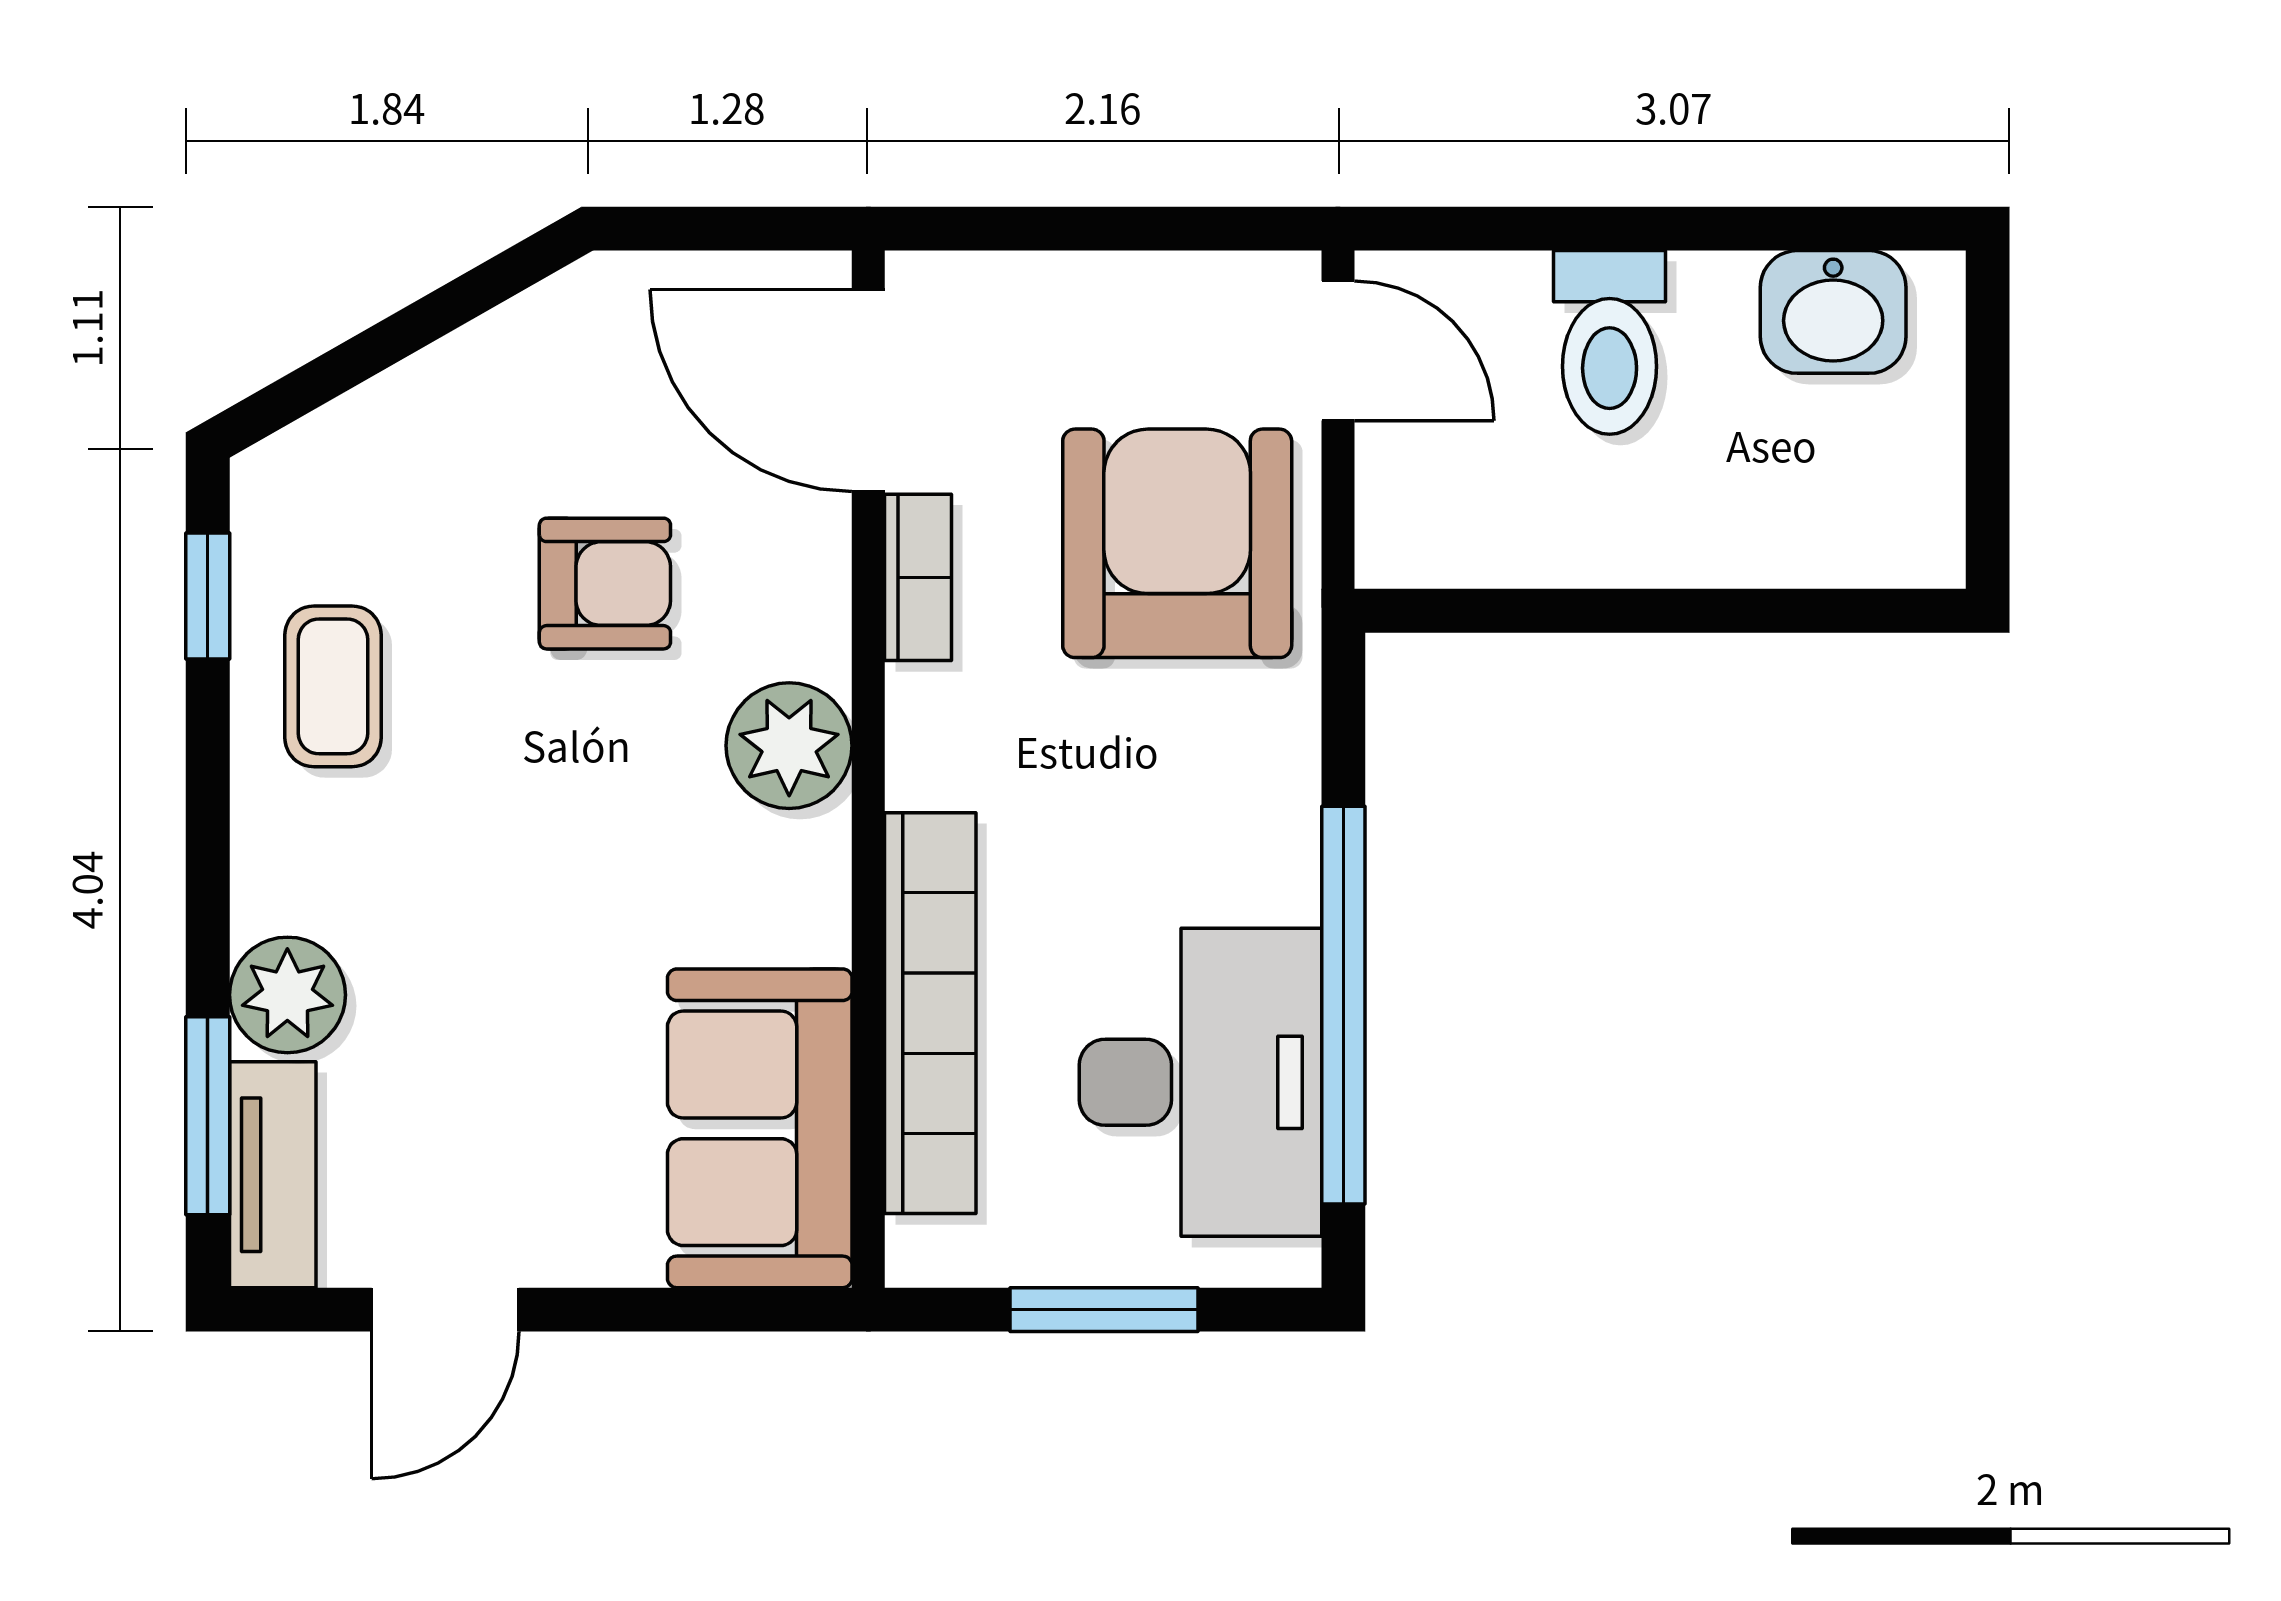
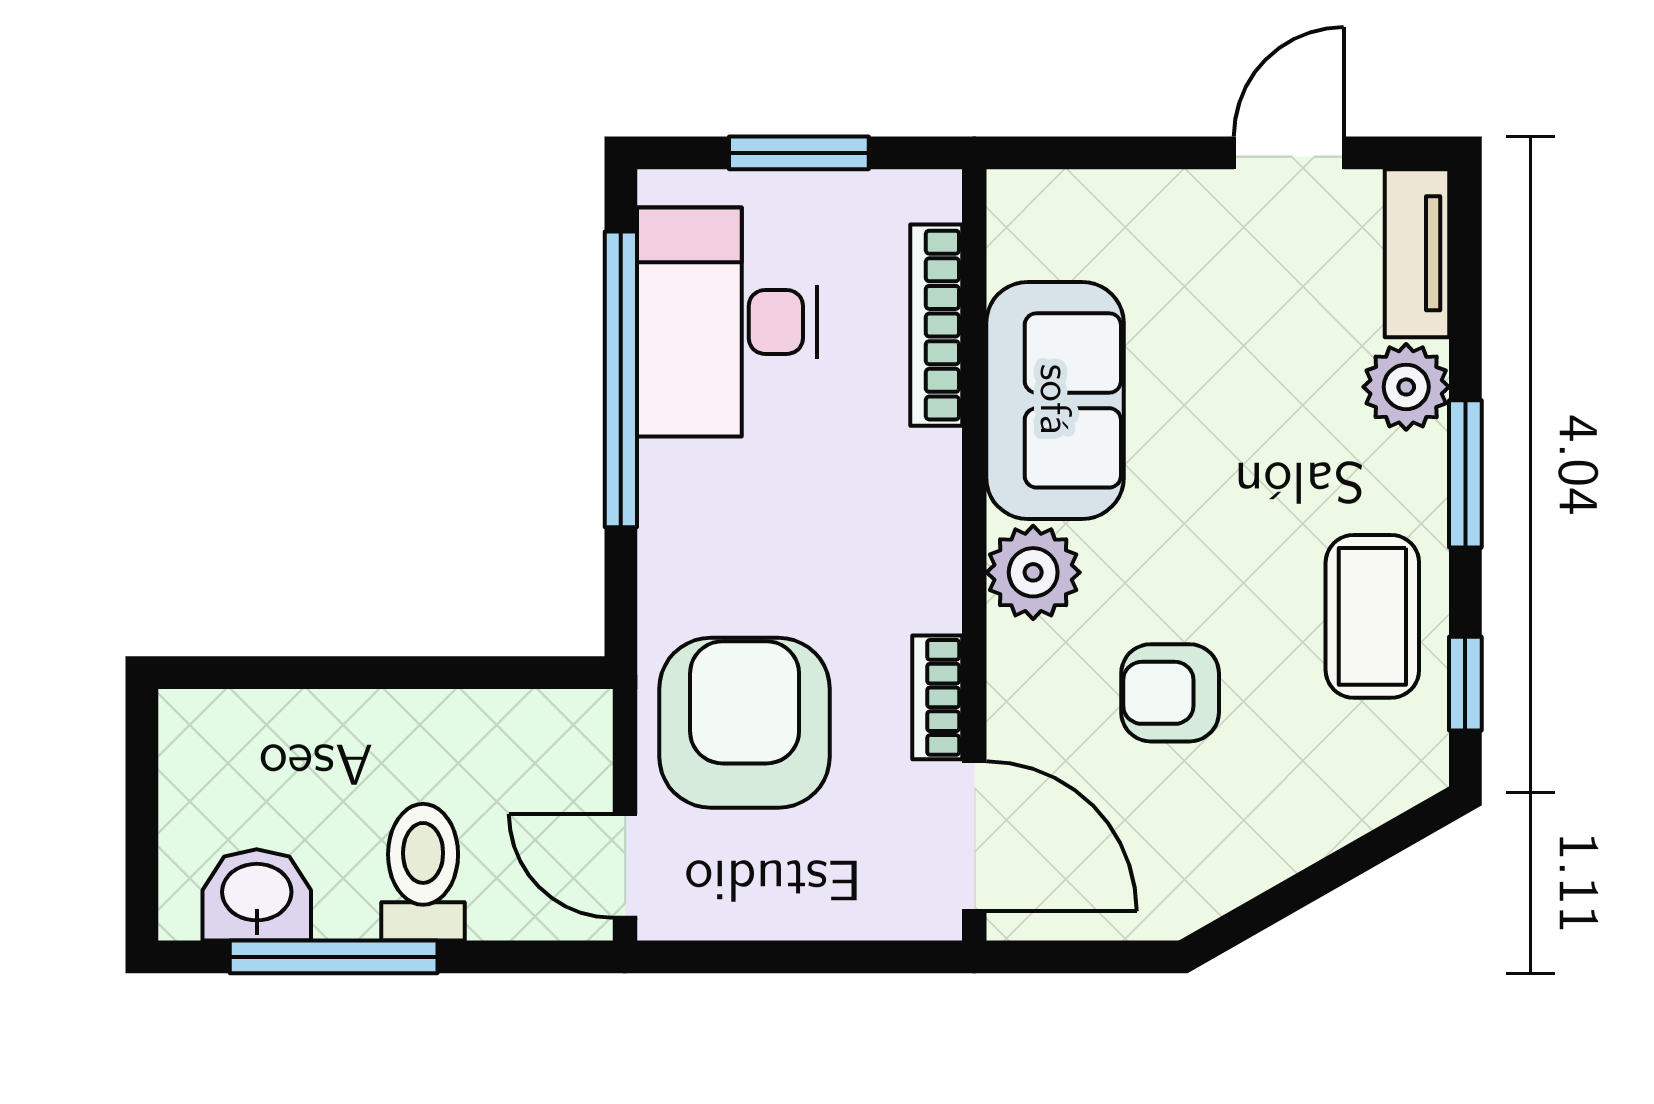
window: (1730, 229) -> (334, 957), added
armchair: (1177, 543) -> (745, 723), turned 180
coffee table: (333, 686) -> (1372, 616), width x1.36, depth x1.30
bookcase: (930, 1013) -> (936, 325), width x0.68, depth x0.76
window: (208, 1116) -> (1465, 474), moved
sofa: (760, 1128) -> (1055, 400), moved

